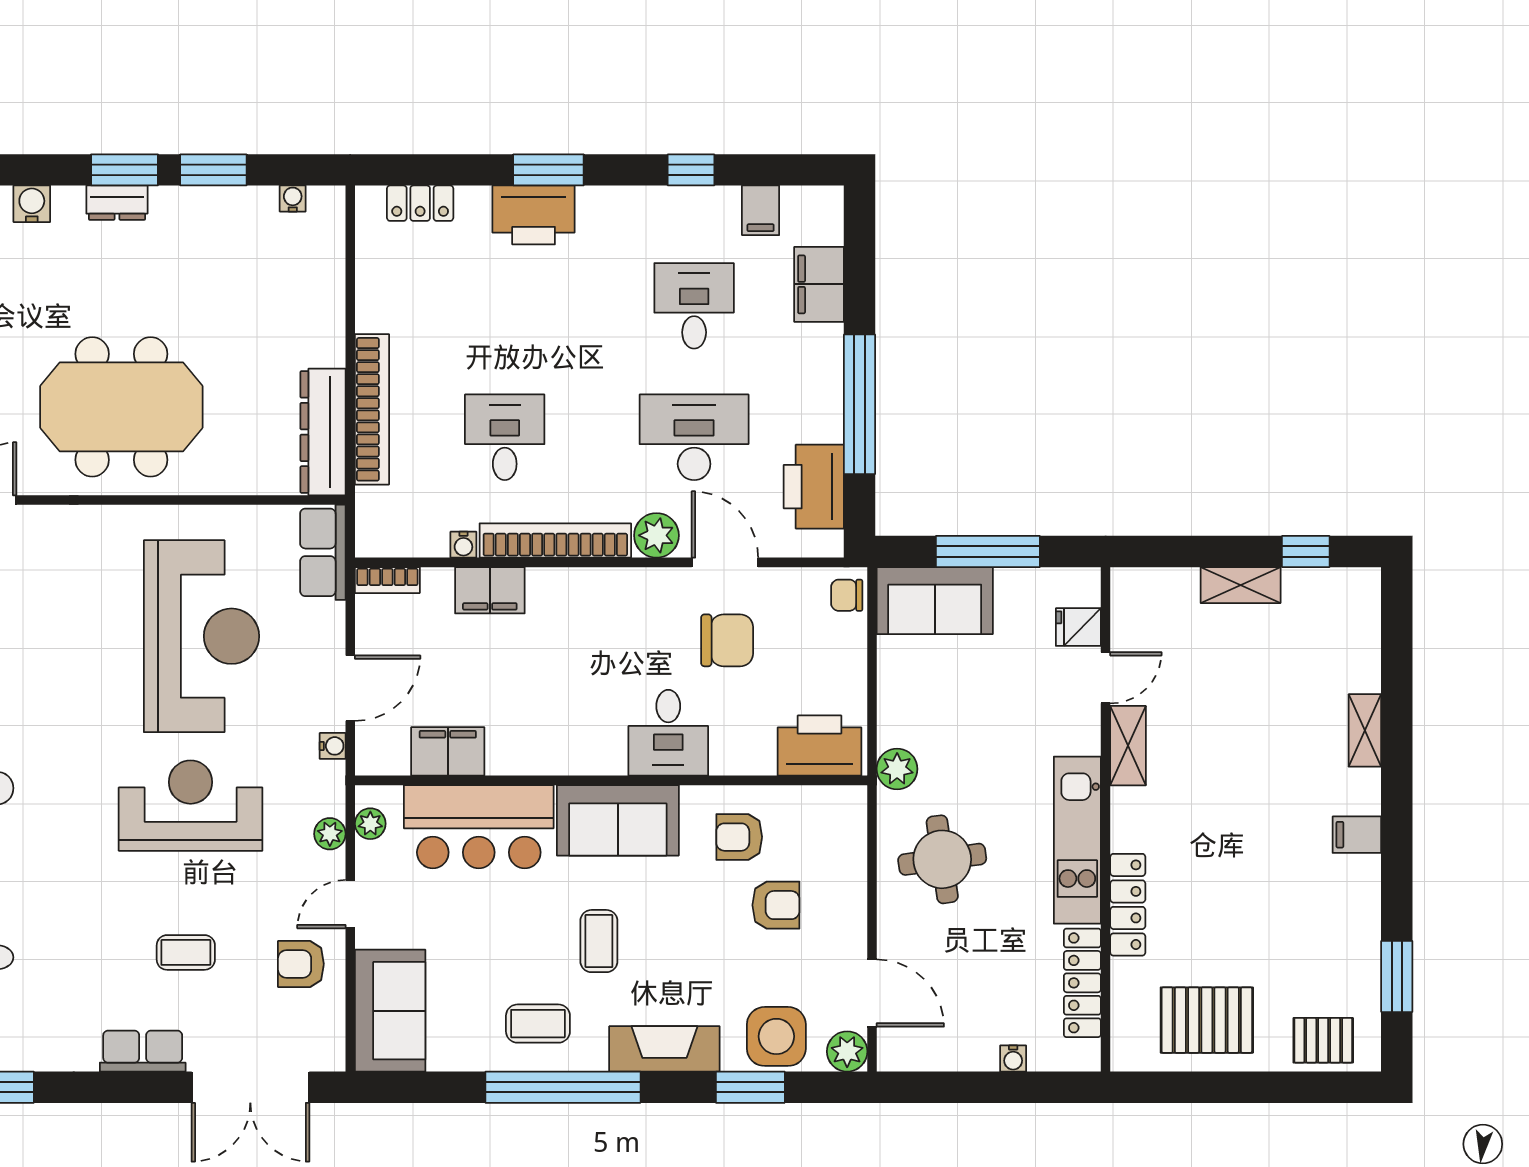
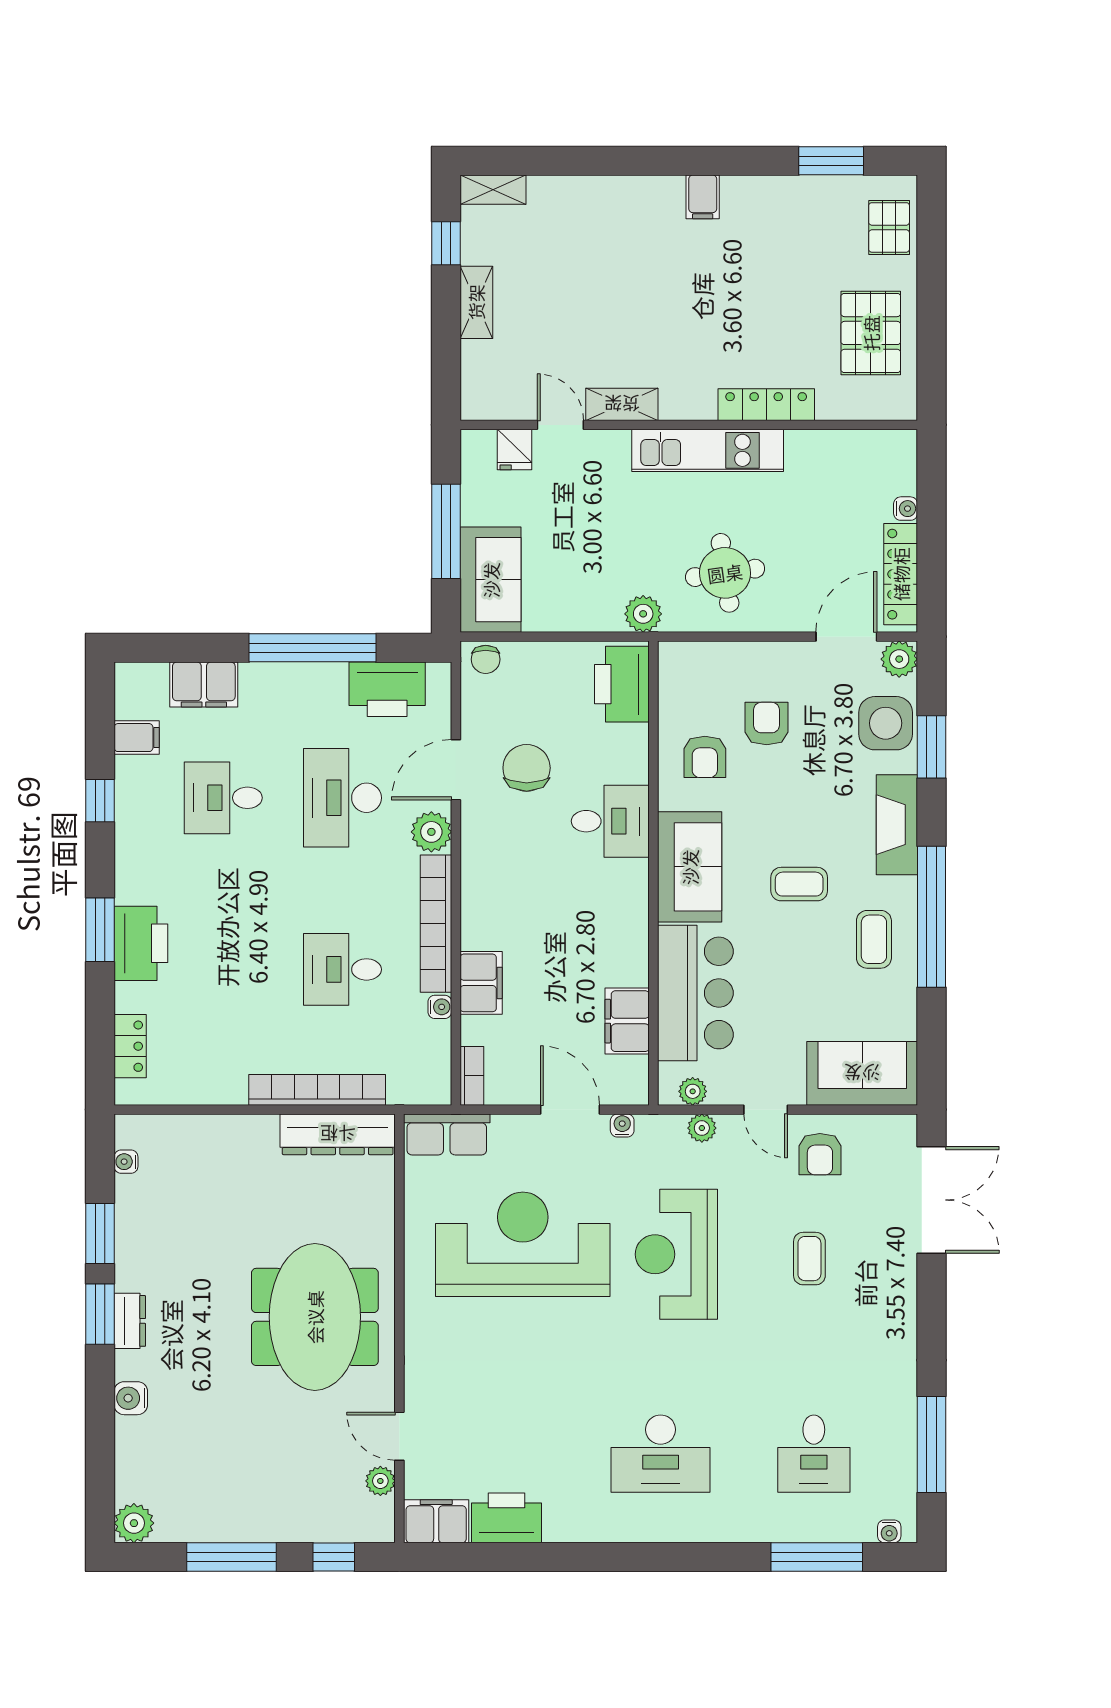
shelving: (1365, 730) -> (493, 190), moved
locker: (1082, 983) -> (901, 574), moved, turned 90
row of seats: (143, 1051) -> (899, 1298), removed

